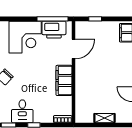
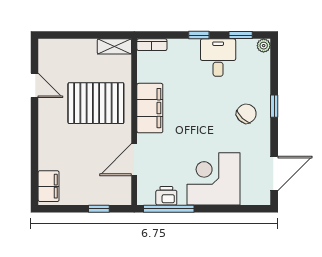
printer: (54, 30) -> (166, 196), width x0.53, depth x0.68
pallet: (97, 83) -> (96, 103), added
shelving: (104, 118) -> (114, 46), moved

